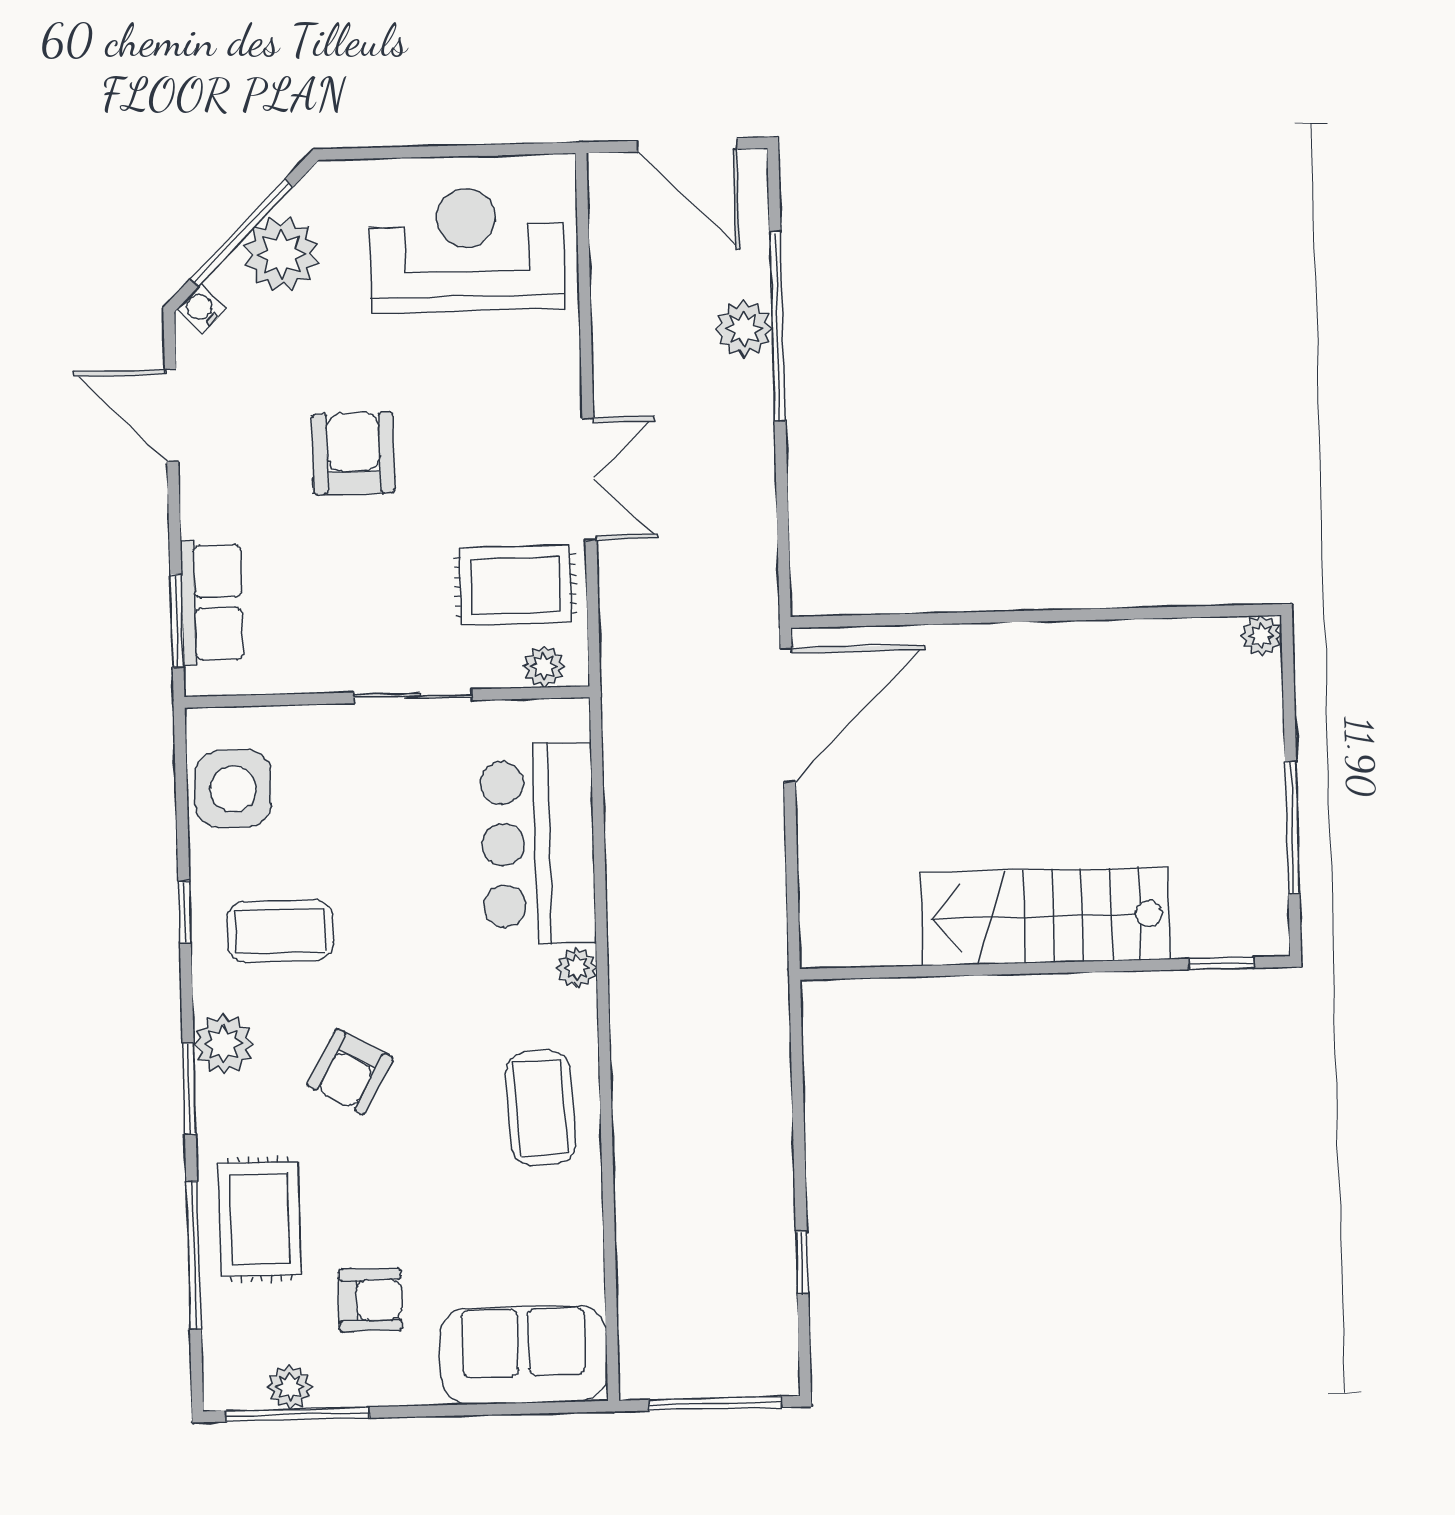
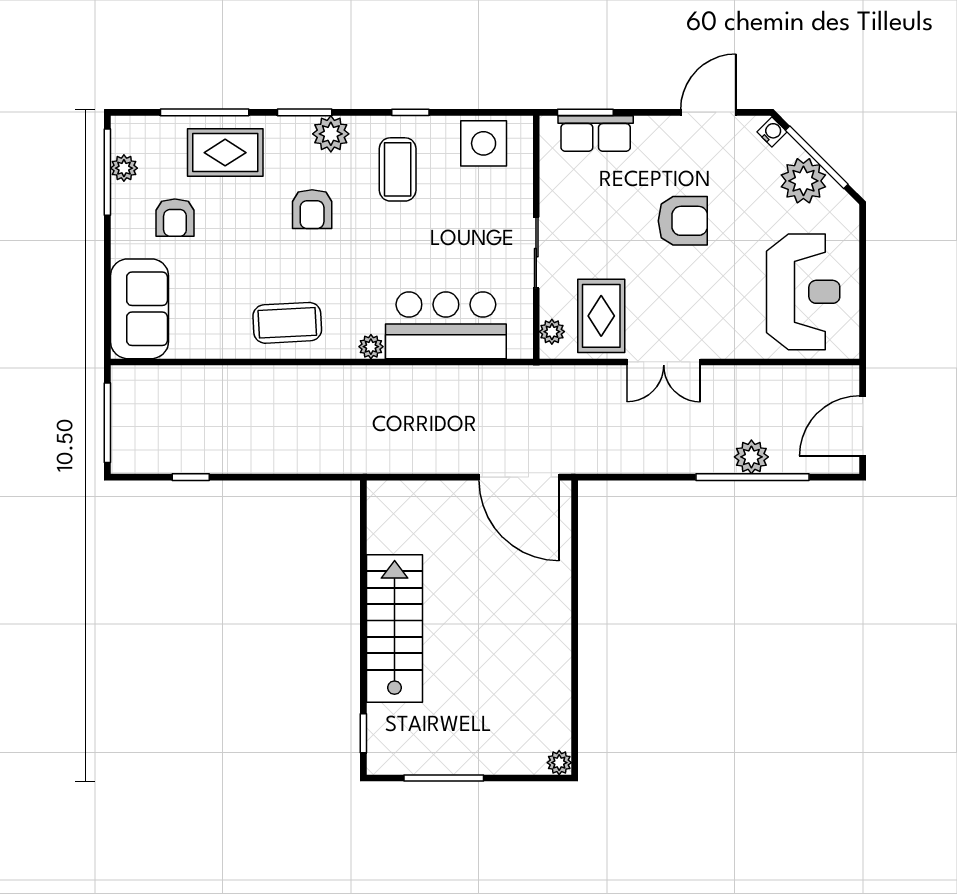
armchair: (350, 1072) -> (312, 209), turned -119

